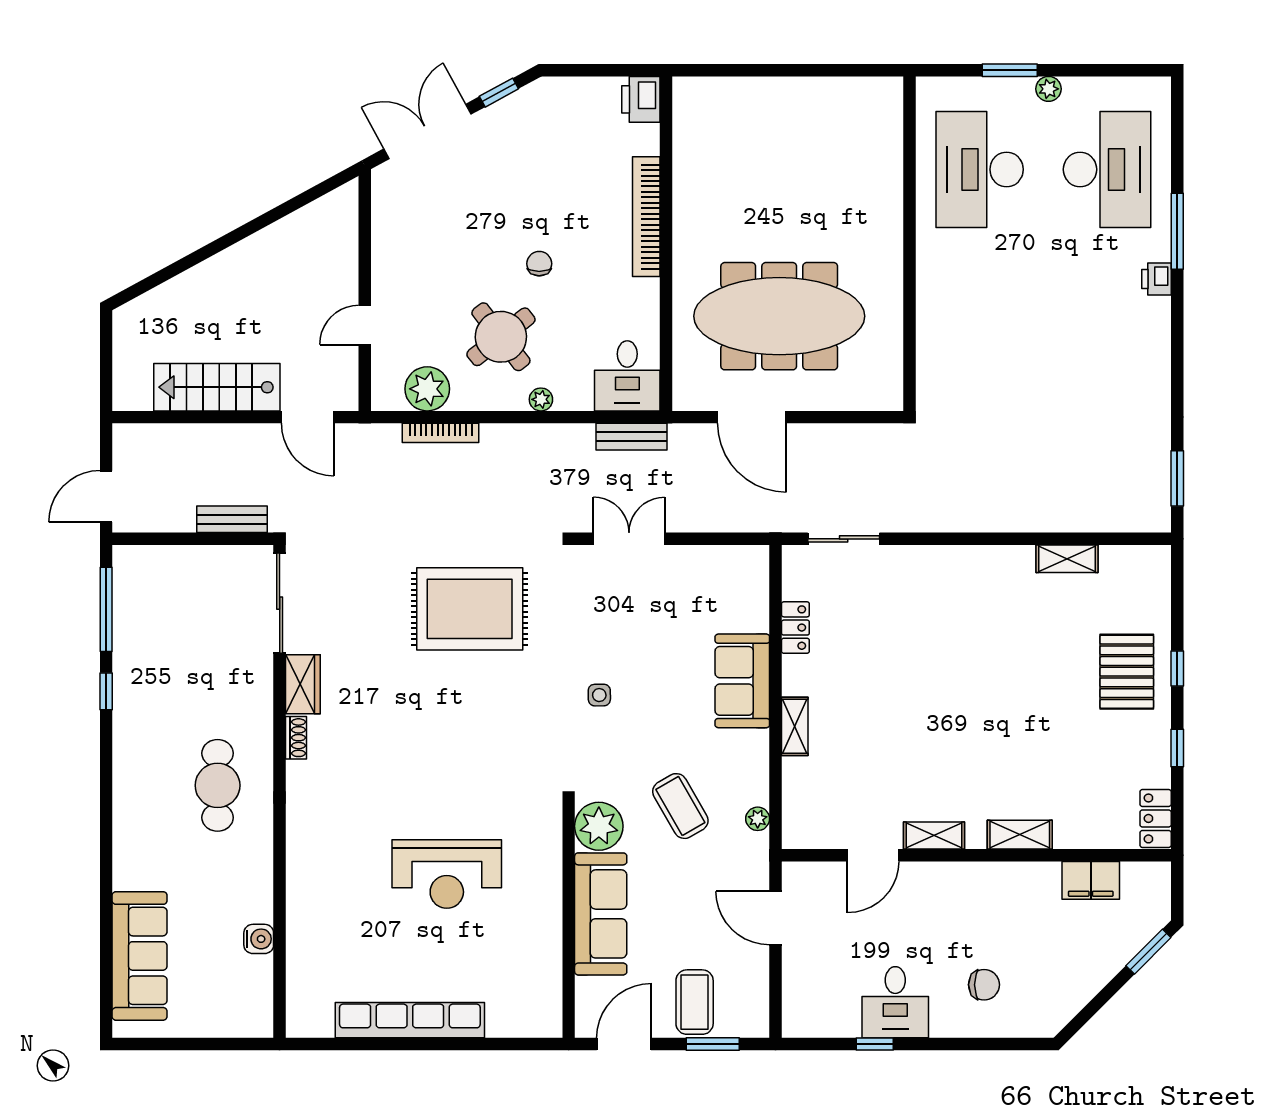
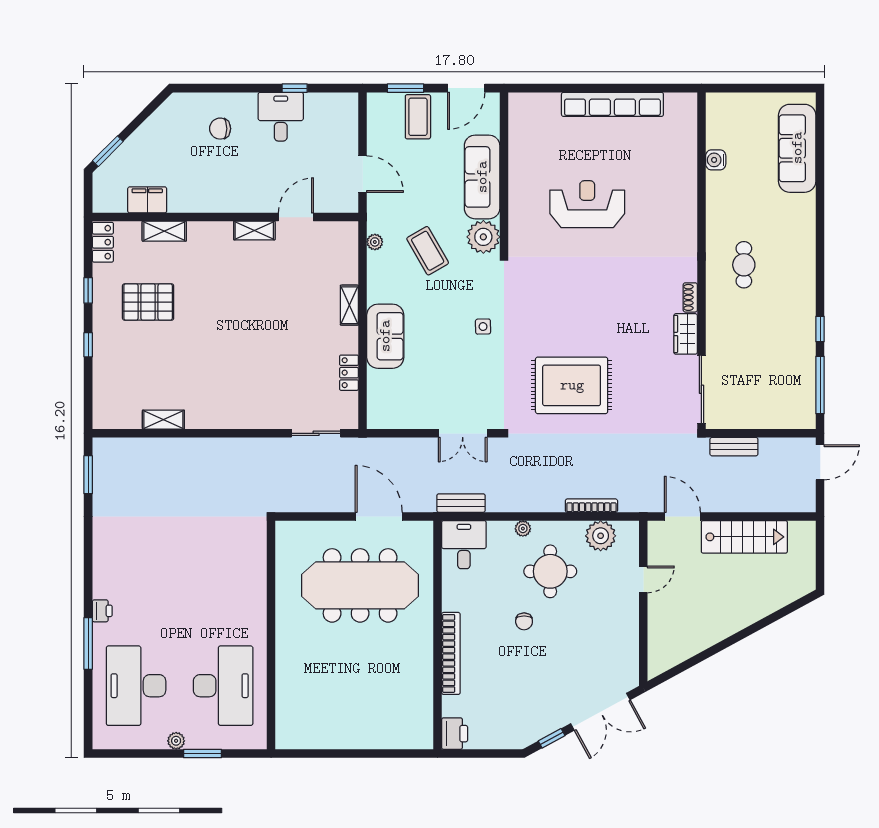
round table: (501, 337) -> (550, 571), turned 38
pallet: (1127, 672) -> (148, 302), moved, turned 90
cafe table: (218, 785) -> (744, 265), width x0.73, depth x0.74
shelving: (1020, 835) -> (164, 231), moved

